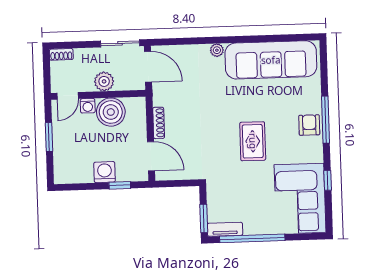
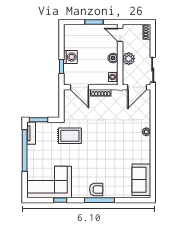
sofa: (271, 60) -> (141, 180), width x0.54, depth x0.79
washing machine: (88, 106) -> (113, 77), moved
boiler: (111, 112) -> (113, 58), width x0.54, depth x0.54
rug: (253, 141) -> (70, 136), moved
door: (151, 156) -> (80, 87), hinge flipped

